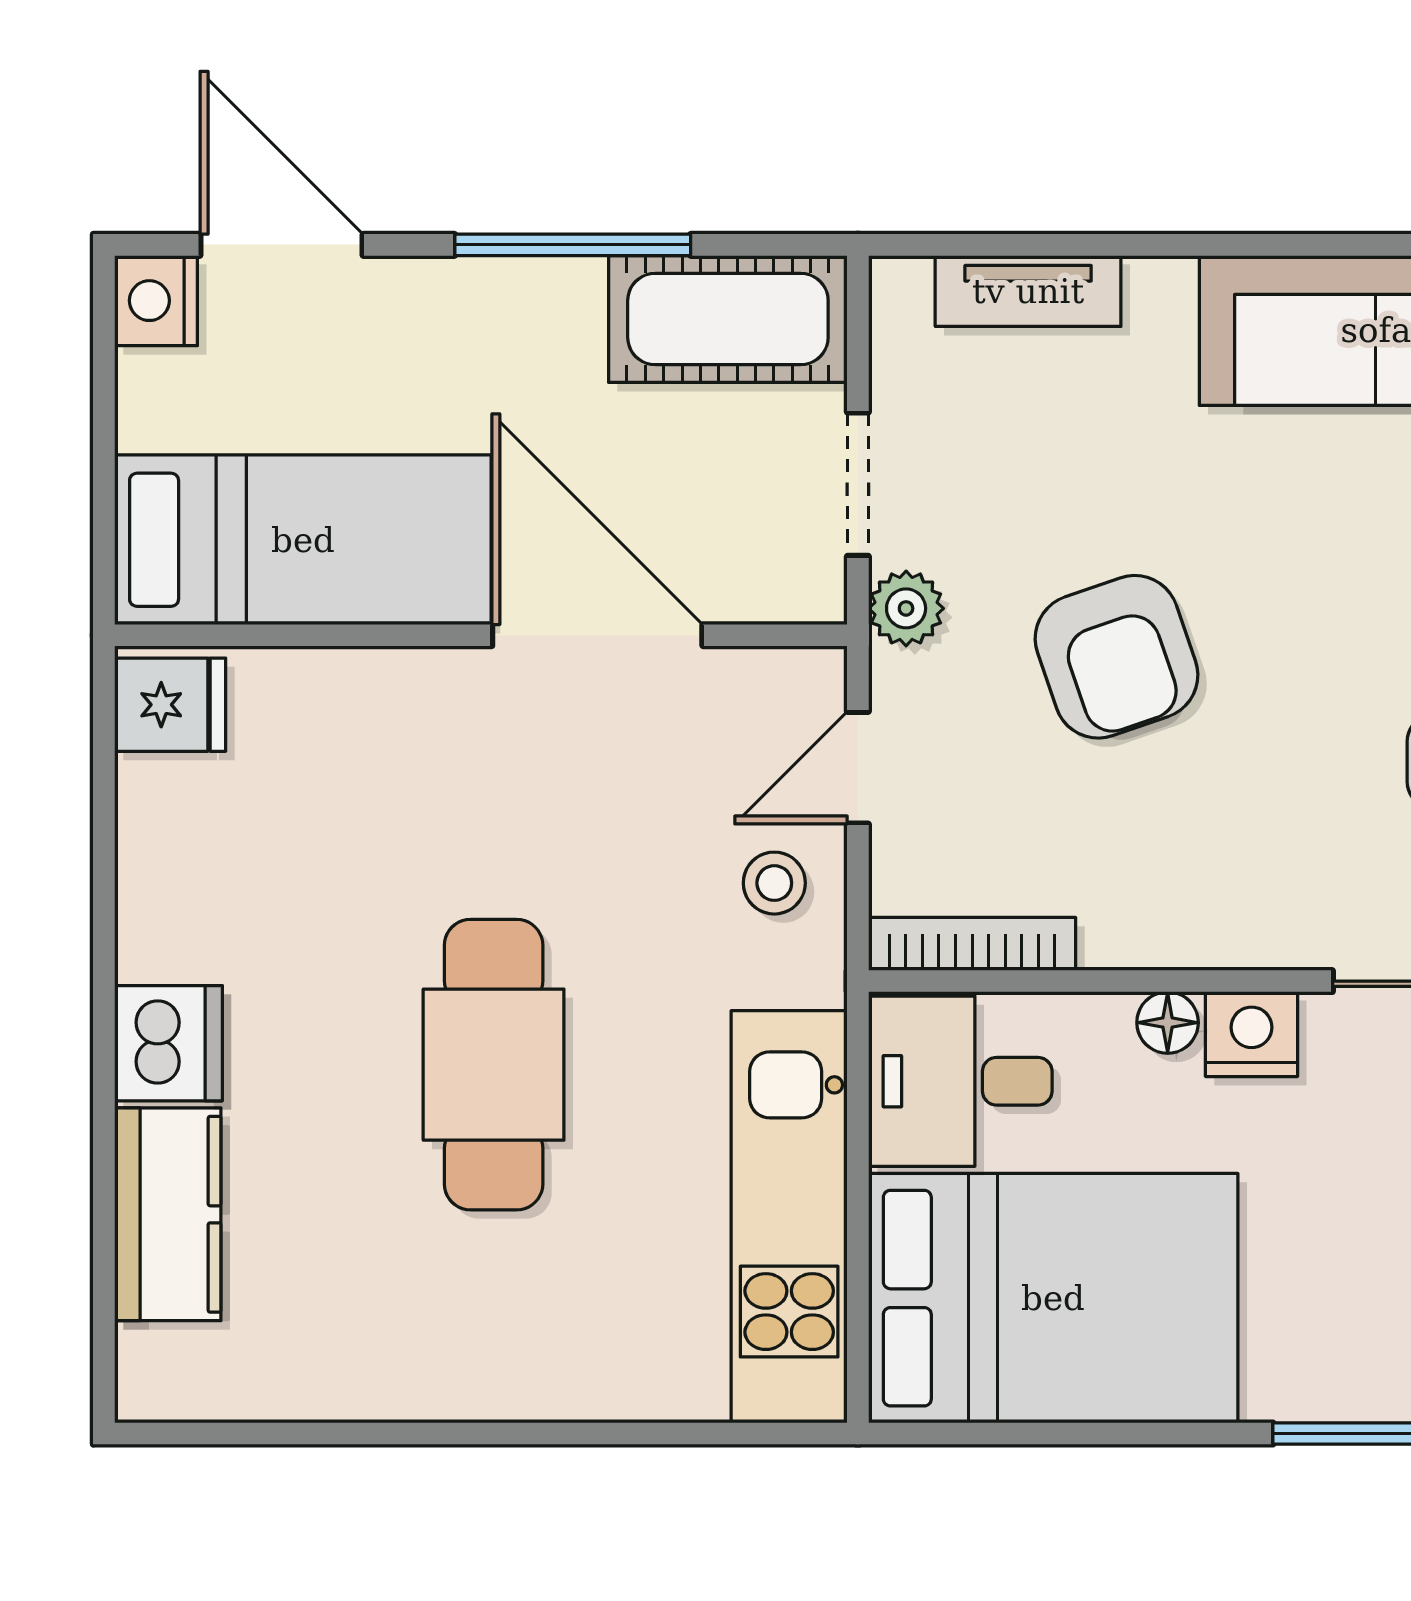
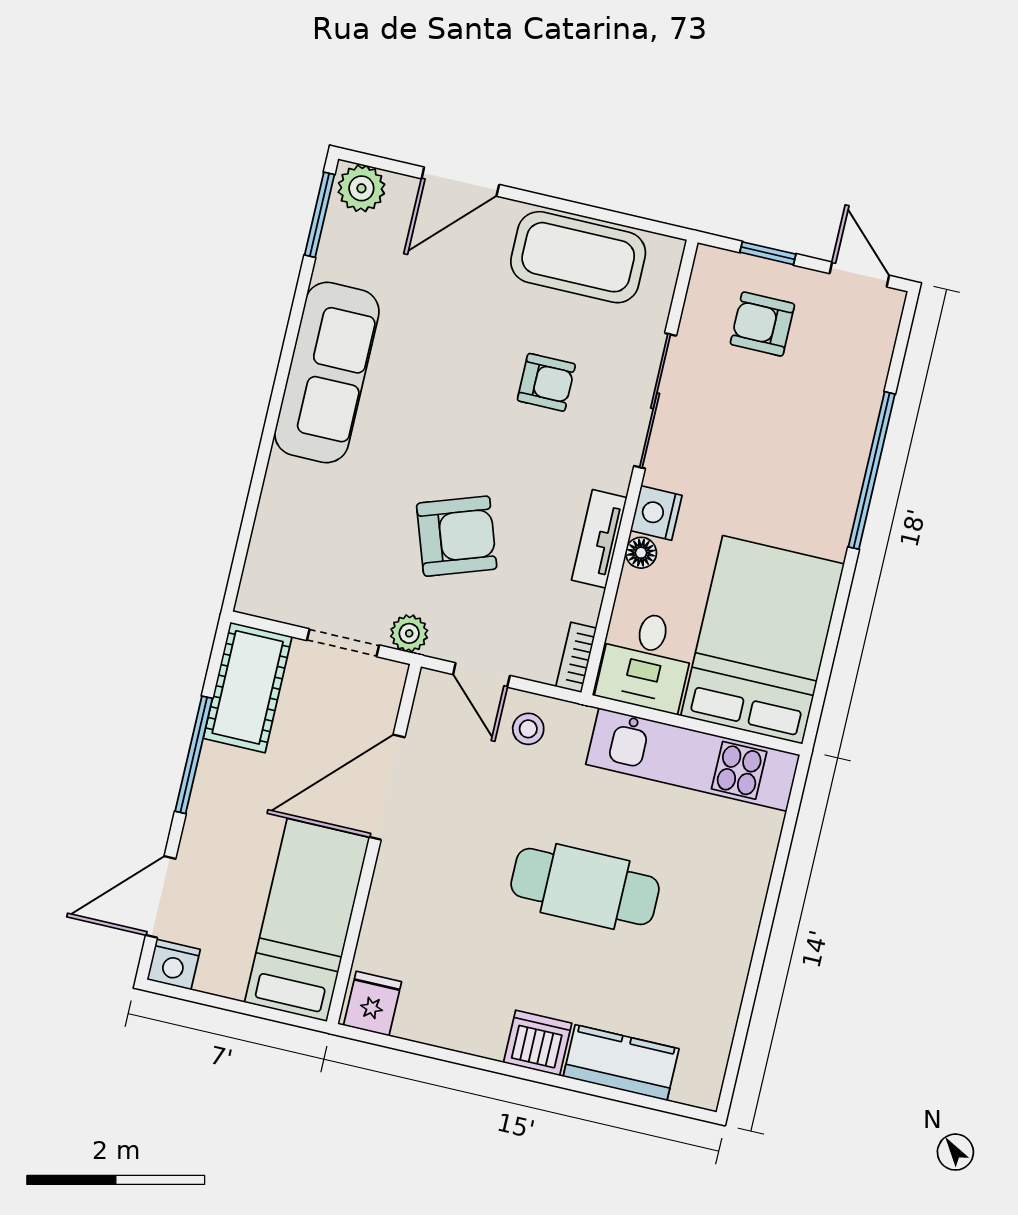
tv unit: (1028, 291) -> (599, 539), moved, turned 180
bookcase: (972, 944) -> (576, 657), width x0.64

